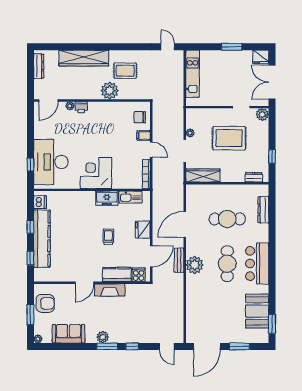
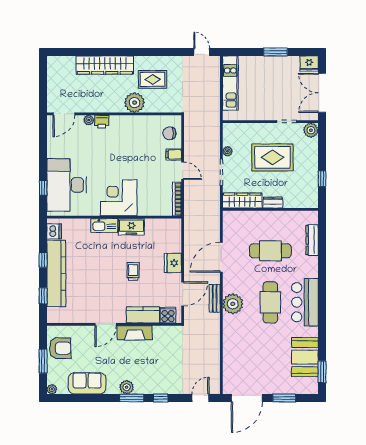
dresser: (39, 66) -> (53, 74), removed
dresser: (254, 177) -> (273, 203), moved
kitchen sink: (130, 197) -> (104, 226), moved
door: (167, 346) -> (200, 398), swing flipped

